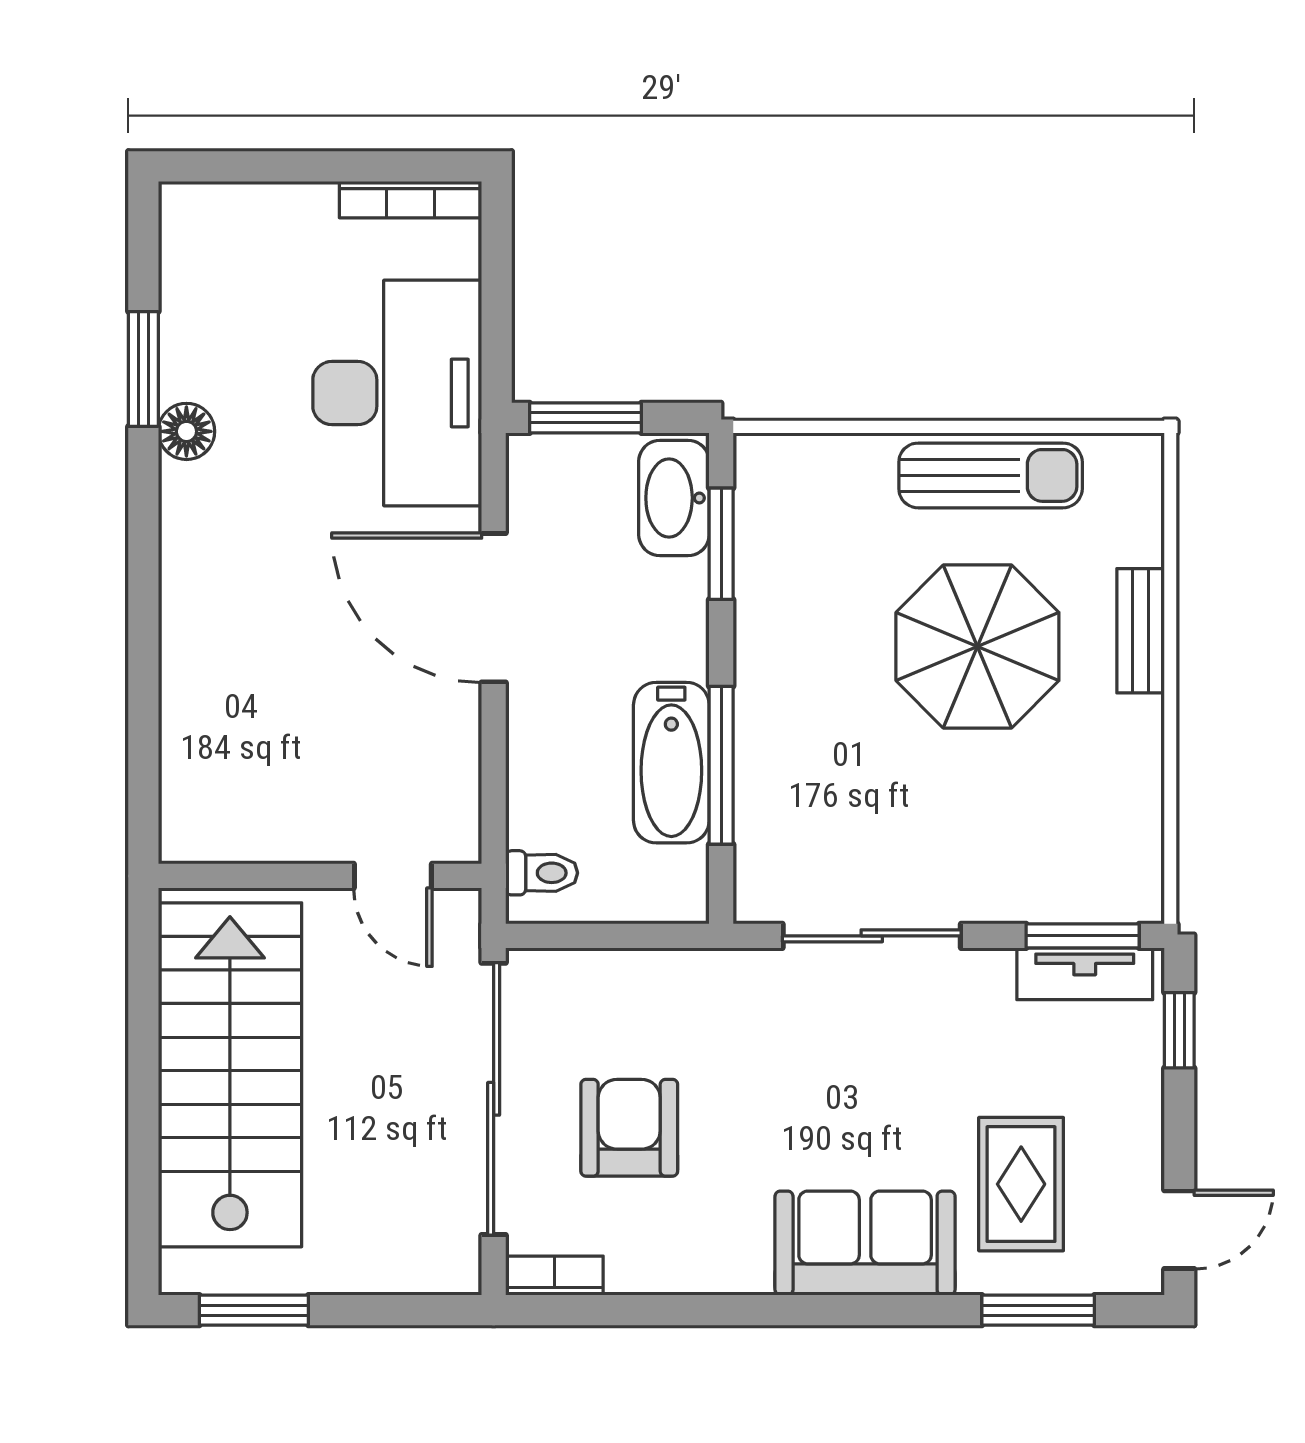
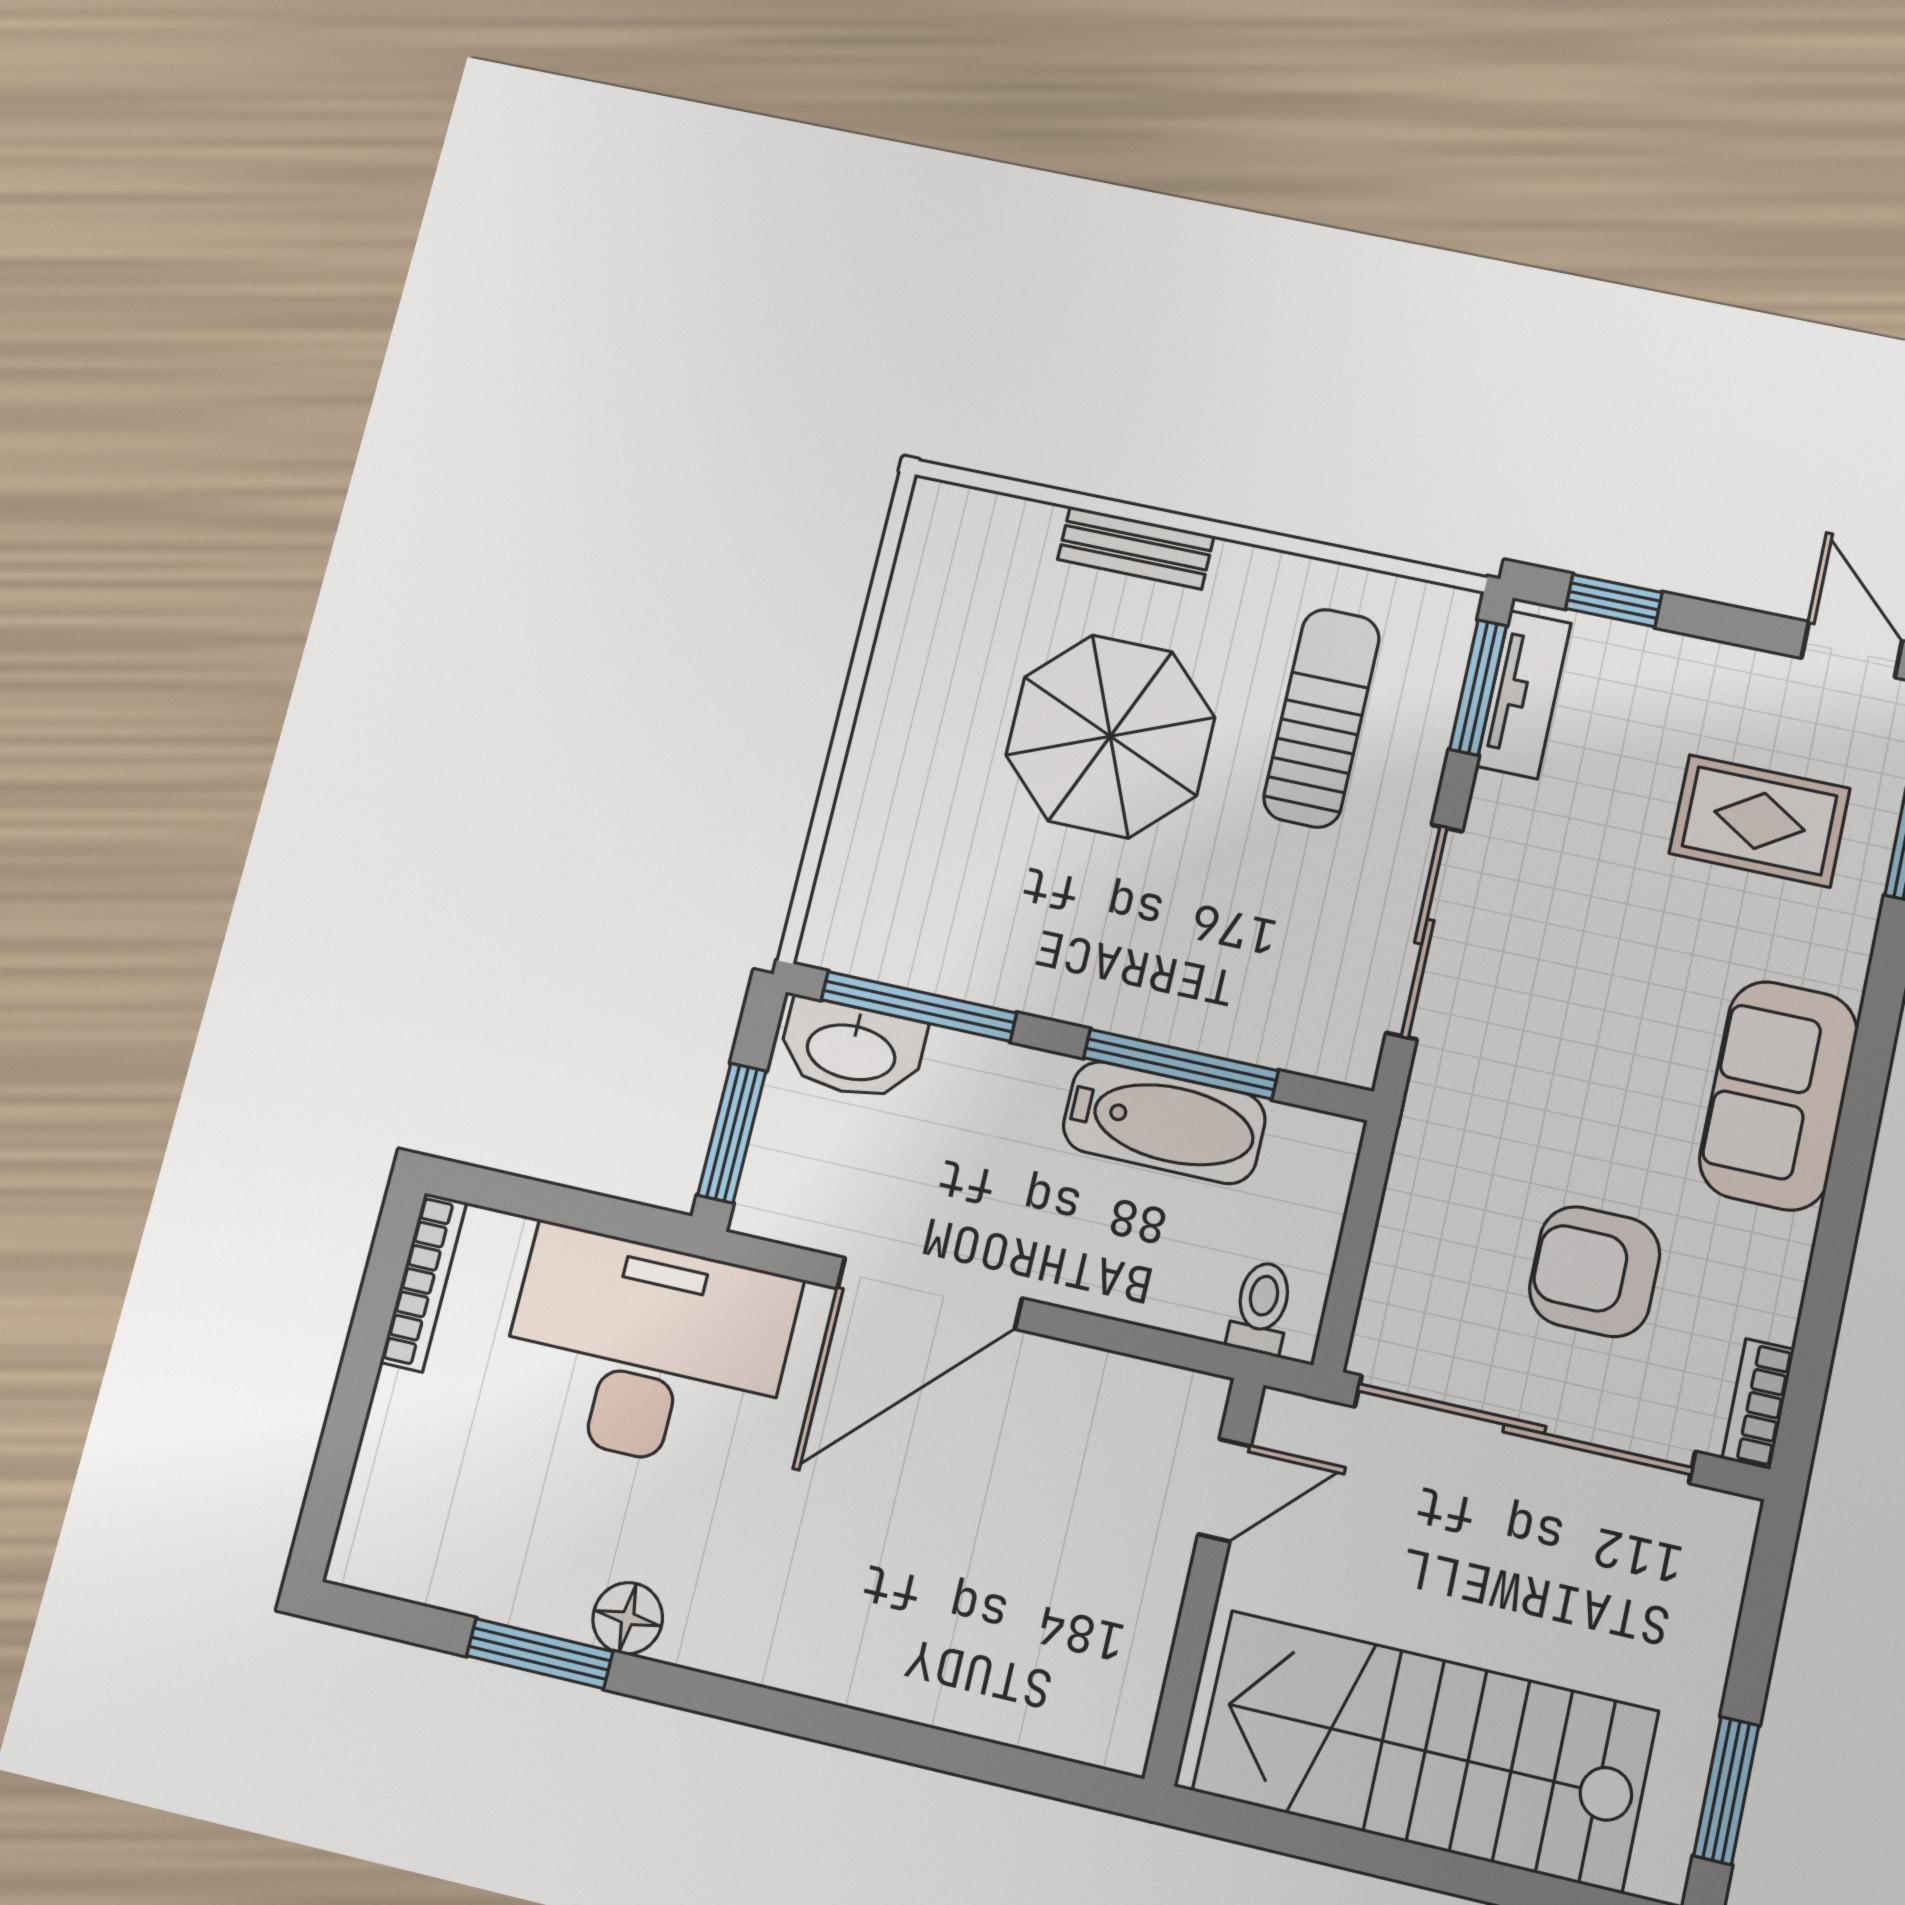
sun lounger: (991, 475) -> (1322, 718), moved
window: (721, 544) -> (919, 1006), width x1.44
sofa: (865, 1243) -> (1778, 1095), moved

